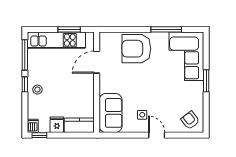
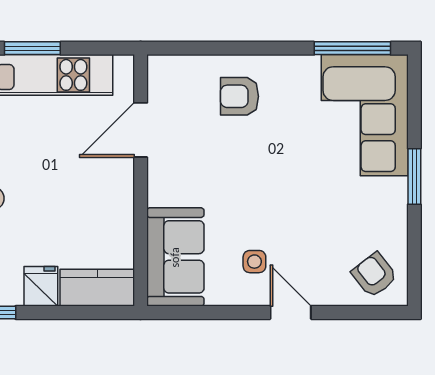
window: (69, 29) -> (32, 48), moved
window: (166, 29) -> (352, 48), moved
armchair: (136, 49) -> (240, 96), width x0.53, depth x0.53

